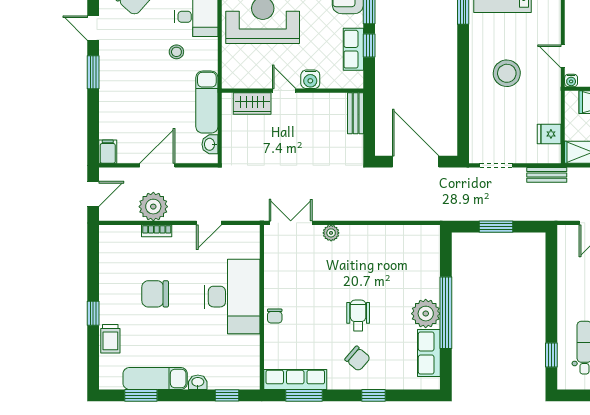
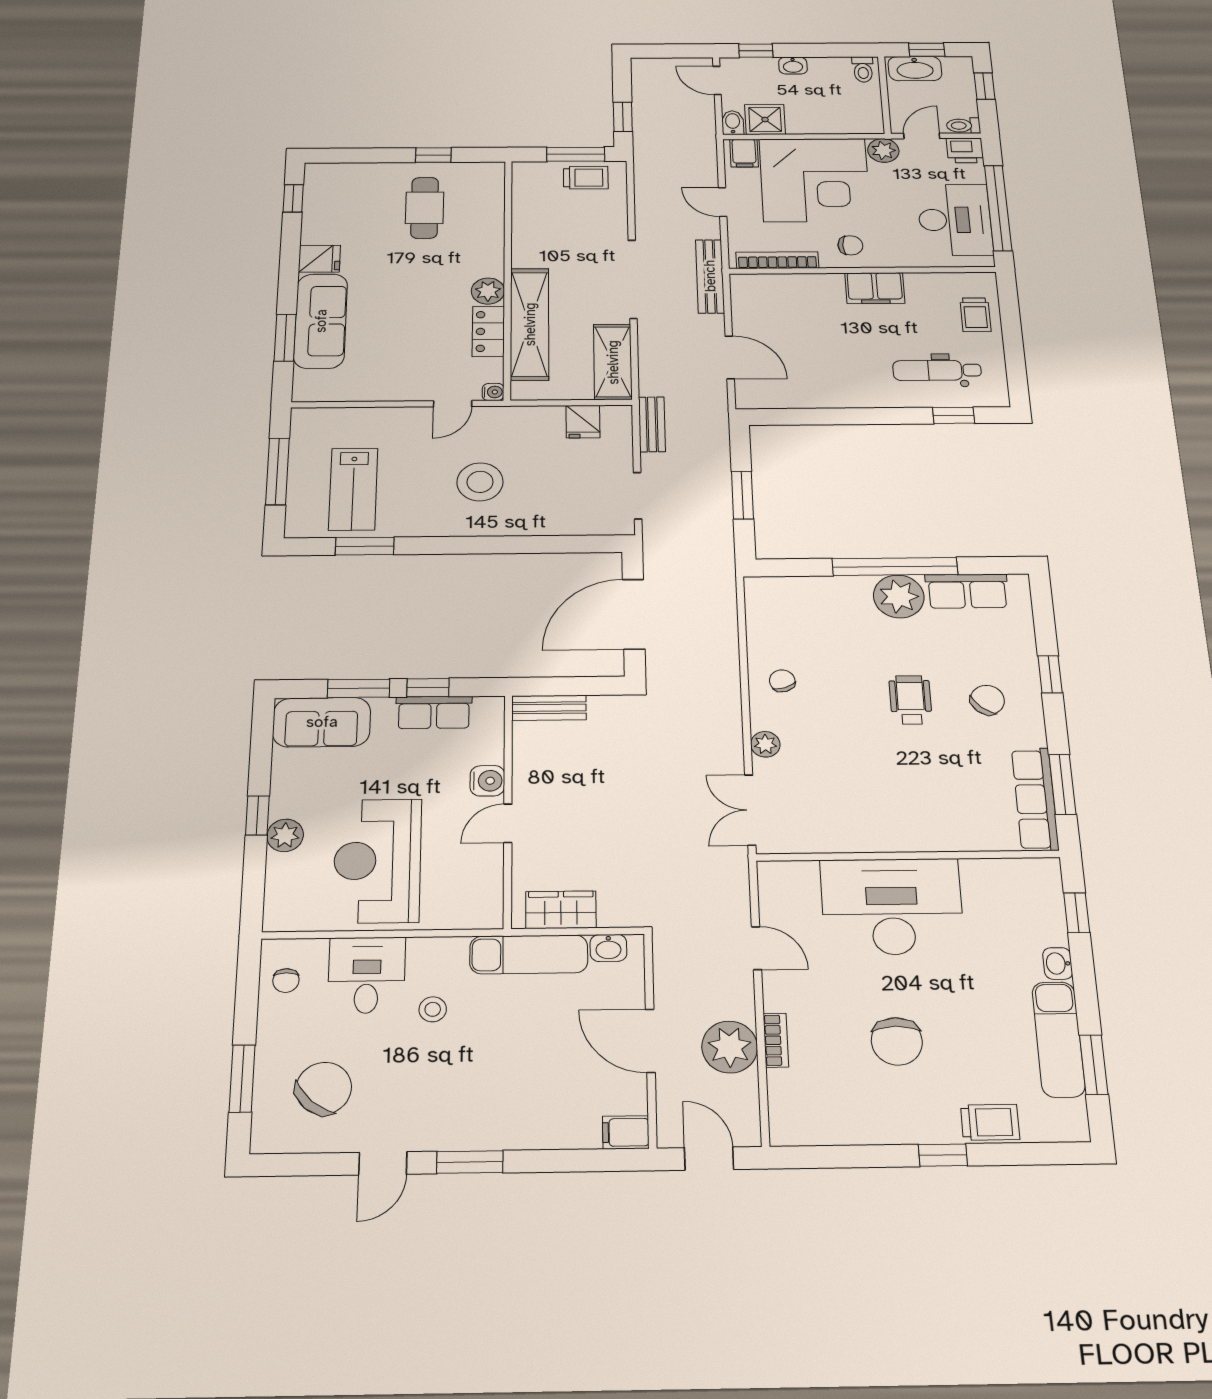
wardrobe: (252, 103) -> (561, 910), moved, turned -90
wheelchair: (358, 315) -> (910, 700), turned 90
chair: (275, 316) -> (782, 681), moved, turned -108

